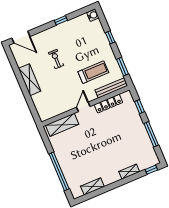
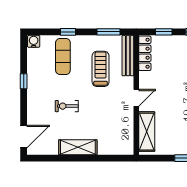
exercise mat: (91, 41) -> (63, 56), added
locker: (108, 104) -> (145, 53), moved
door: (83, 107) -> (136, 98), swing flipped

